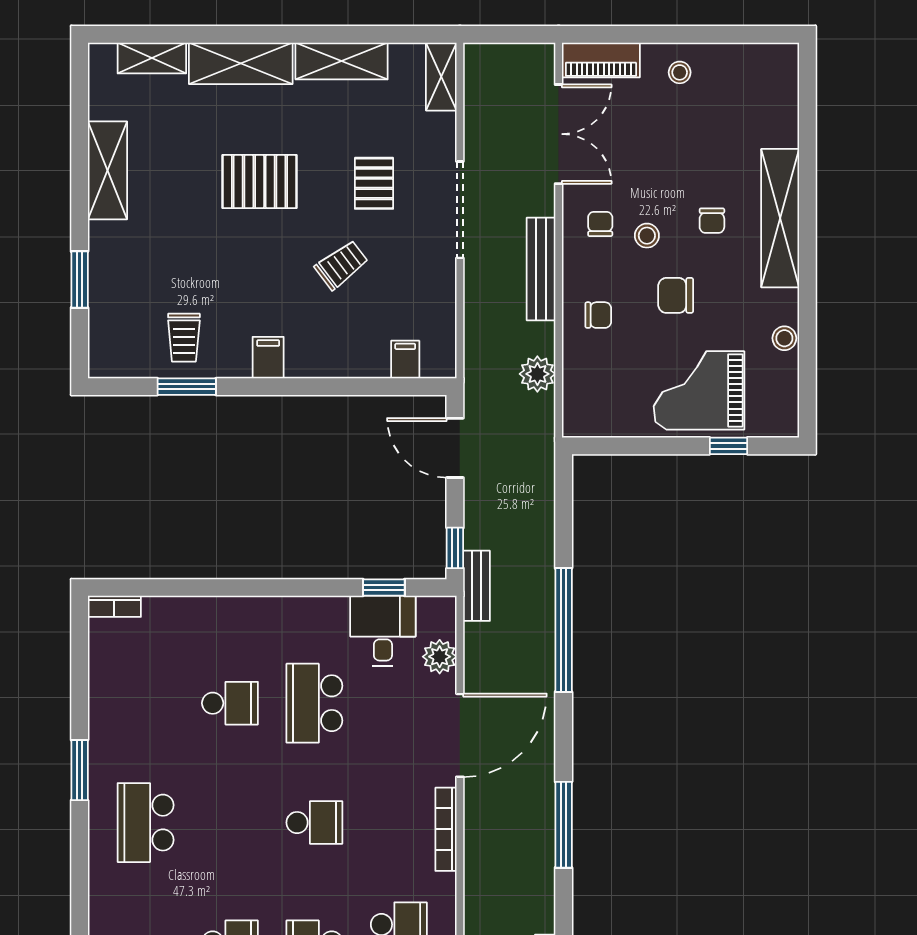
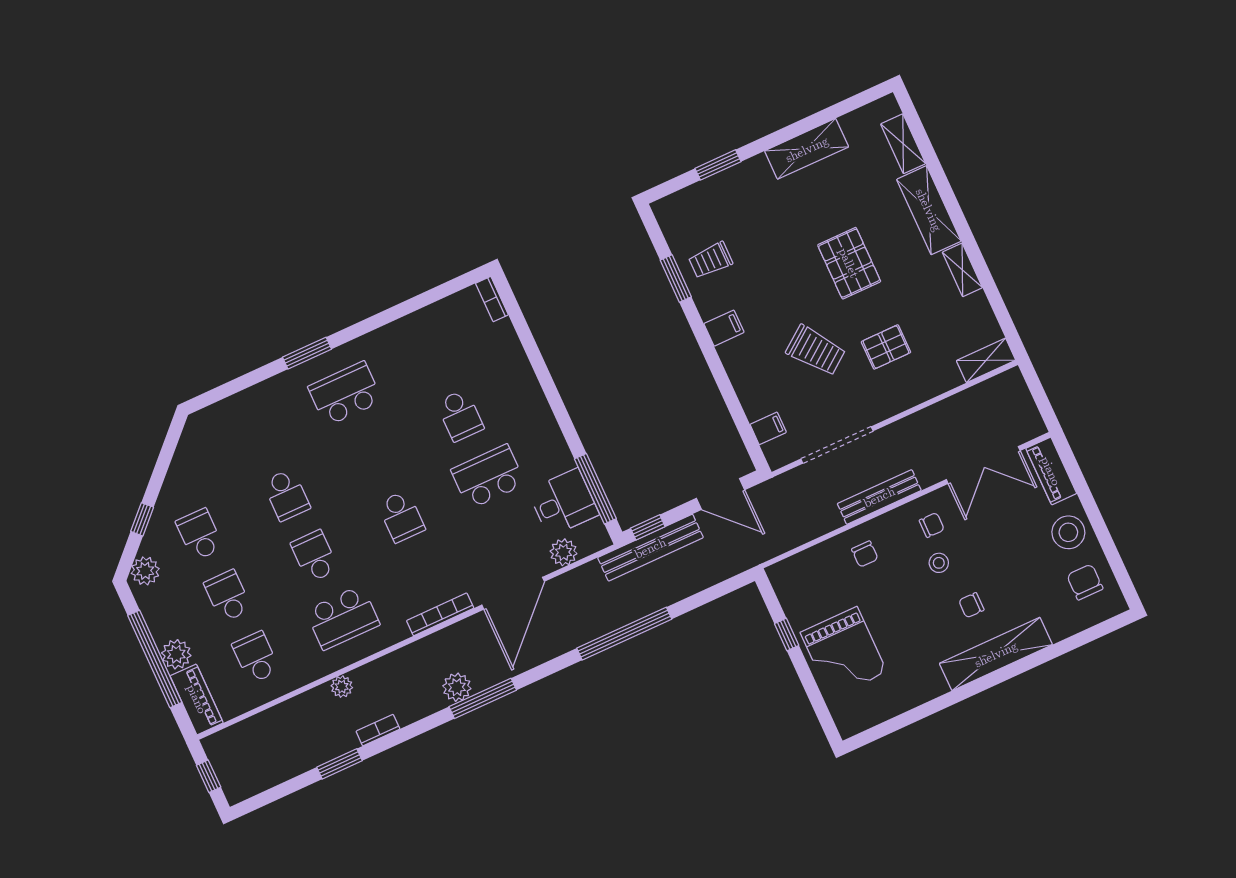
shelving: (342, 61) -> (962, 270), width x0.67, depth x0.75
stool: (680, 72) -> (1068, 532), width x1.89, depth x1.89
doorway: (460, 210) -> (837, 445), moved
trolley: (341, 265) -> (816, 350), width x1.36, depth x1.39
chair: (676, 295) -> (1085, 582), moved
stool: (784, 338) -> (910, 697), removed
plant: (537, 374) -> (457, 687), moved
grand piano: (699, 390) -> (844, 652), turned 180
window: (729, 446) -> (787, 634), moved
door: (455, 448) -> (721, 494), swing flipped
bench: (477, 586) -> (650, 548), width x1.86, depth x1.21
window: (384, 587) -> (595, 489), width x2.17
door: (460, 735) -> (513, 593), hinge flipped
window: (80, 770) -> (307, 353), moved

